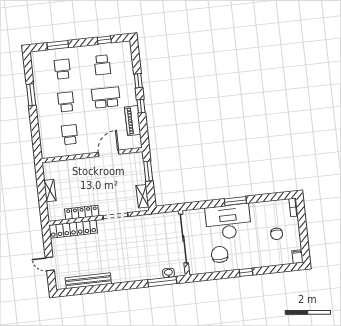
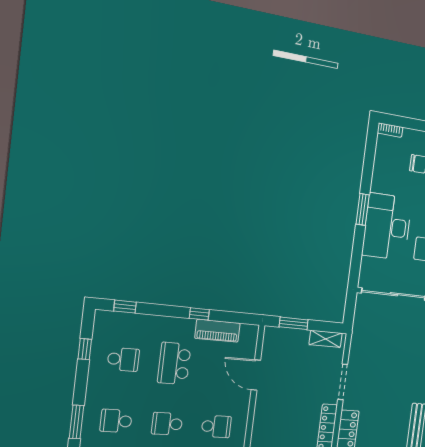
window: (138, 81) -> (125, 307), moved
school desk: (70, 135) -> (216, 427), turned 180

